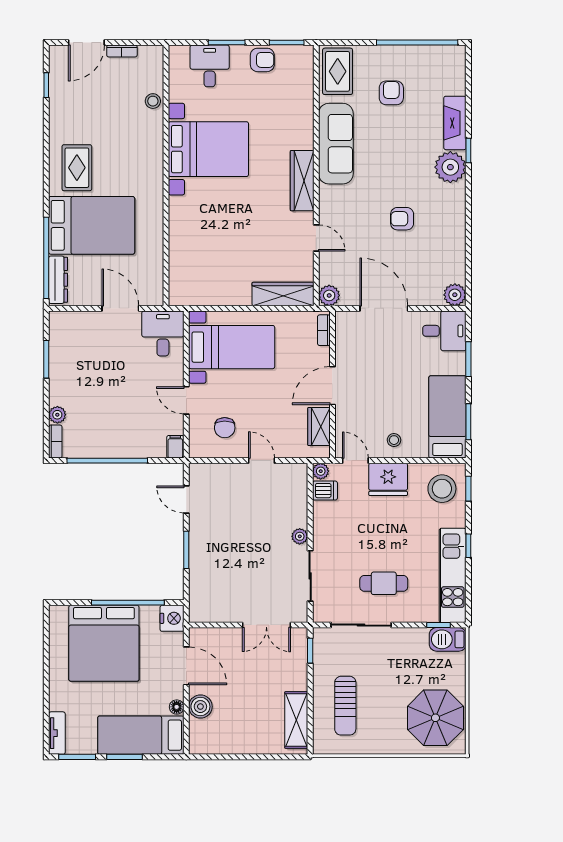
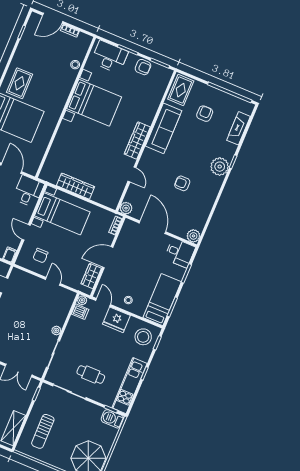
desk: (210, 66) -> (110, 57), width x1.37
fireplace: (455, 123) -> (239, 128), moved
wardrobe: (283, 294) -> (75, 186), moved

